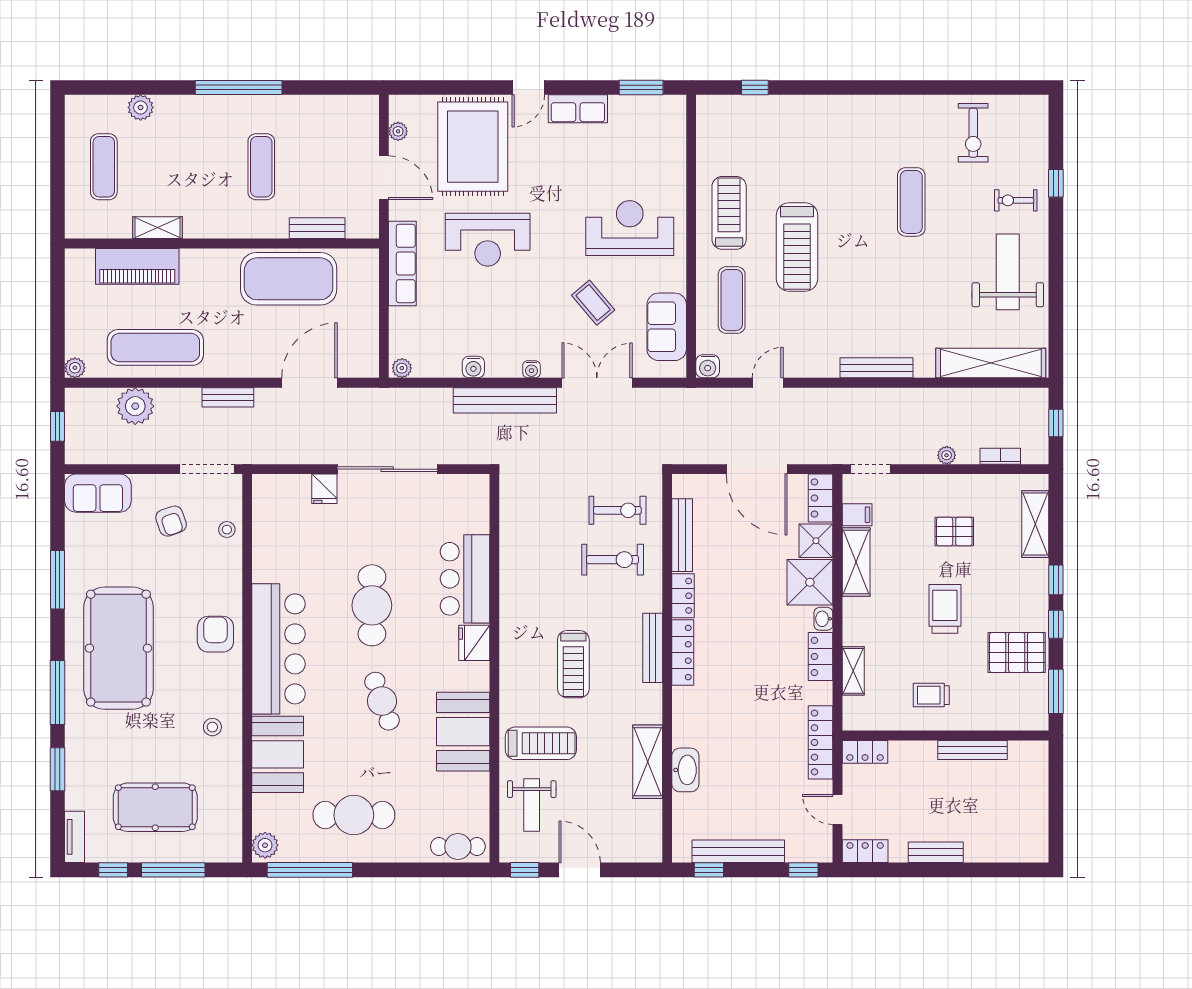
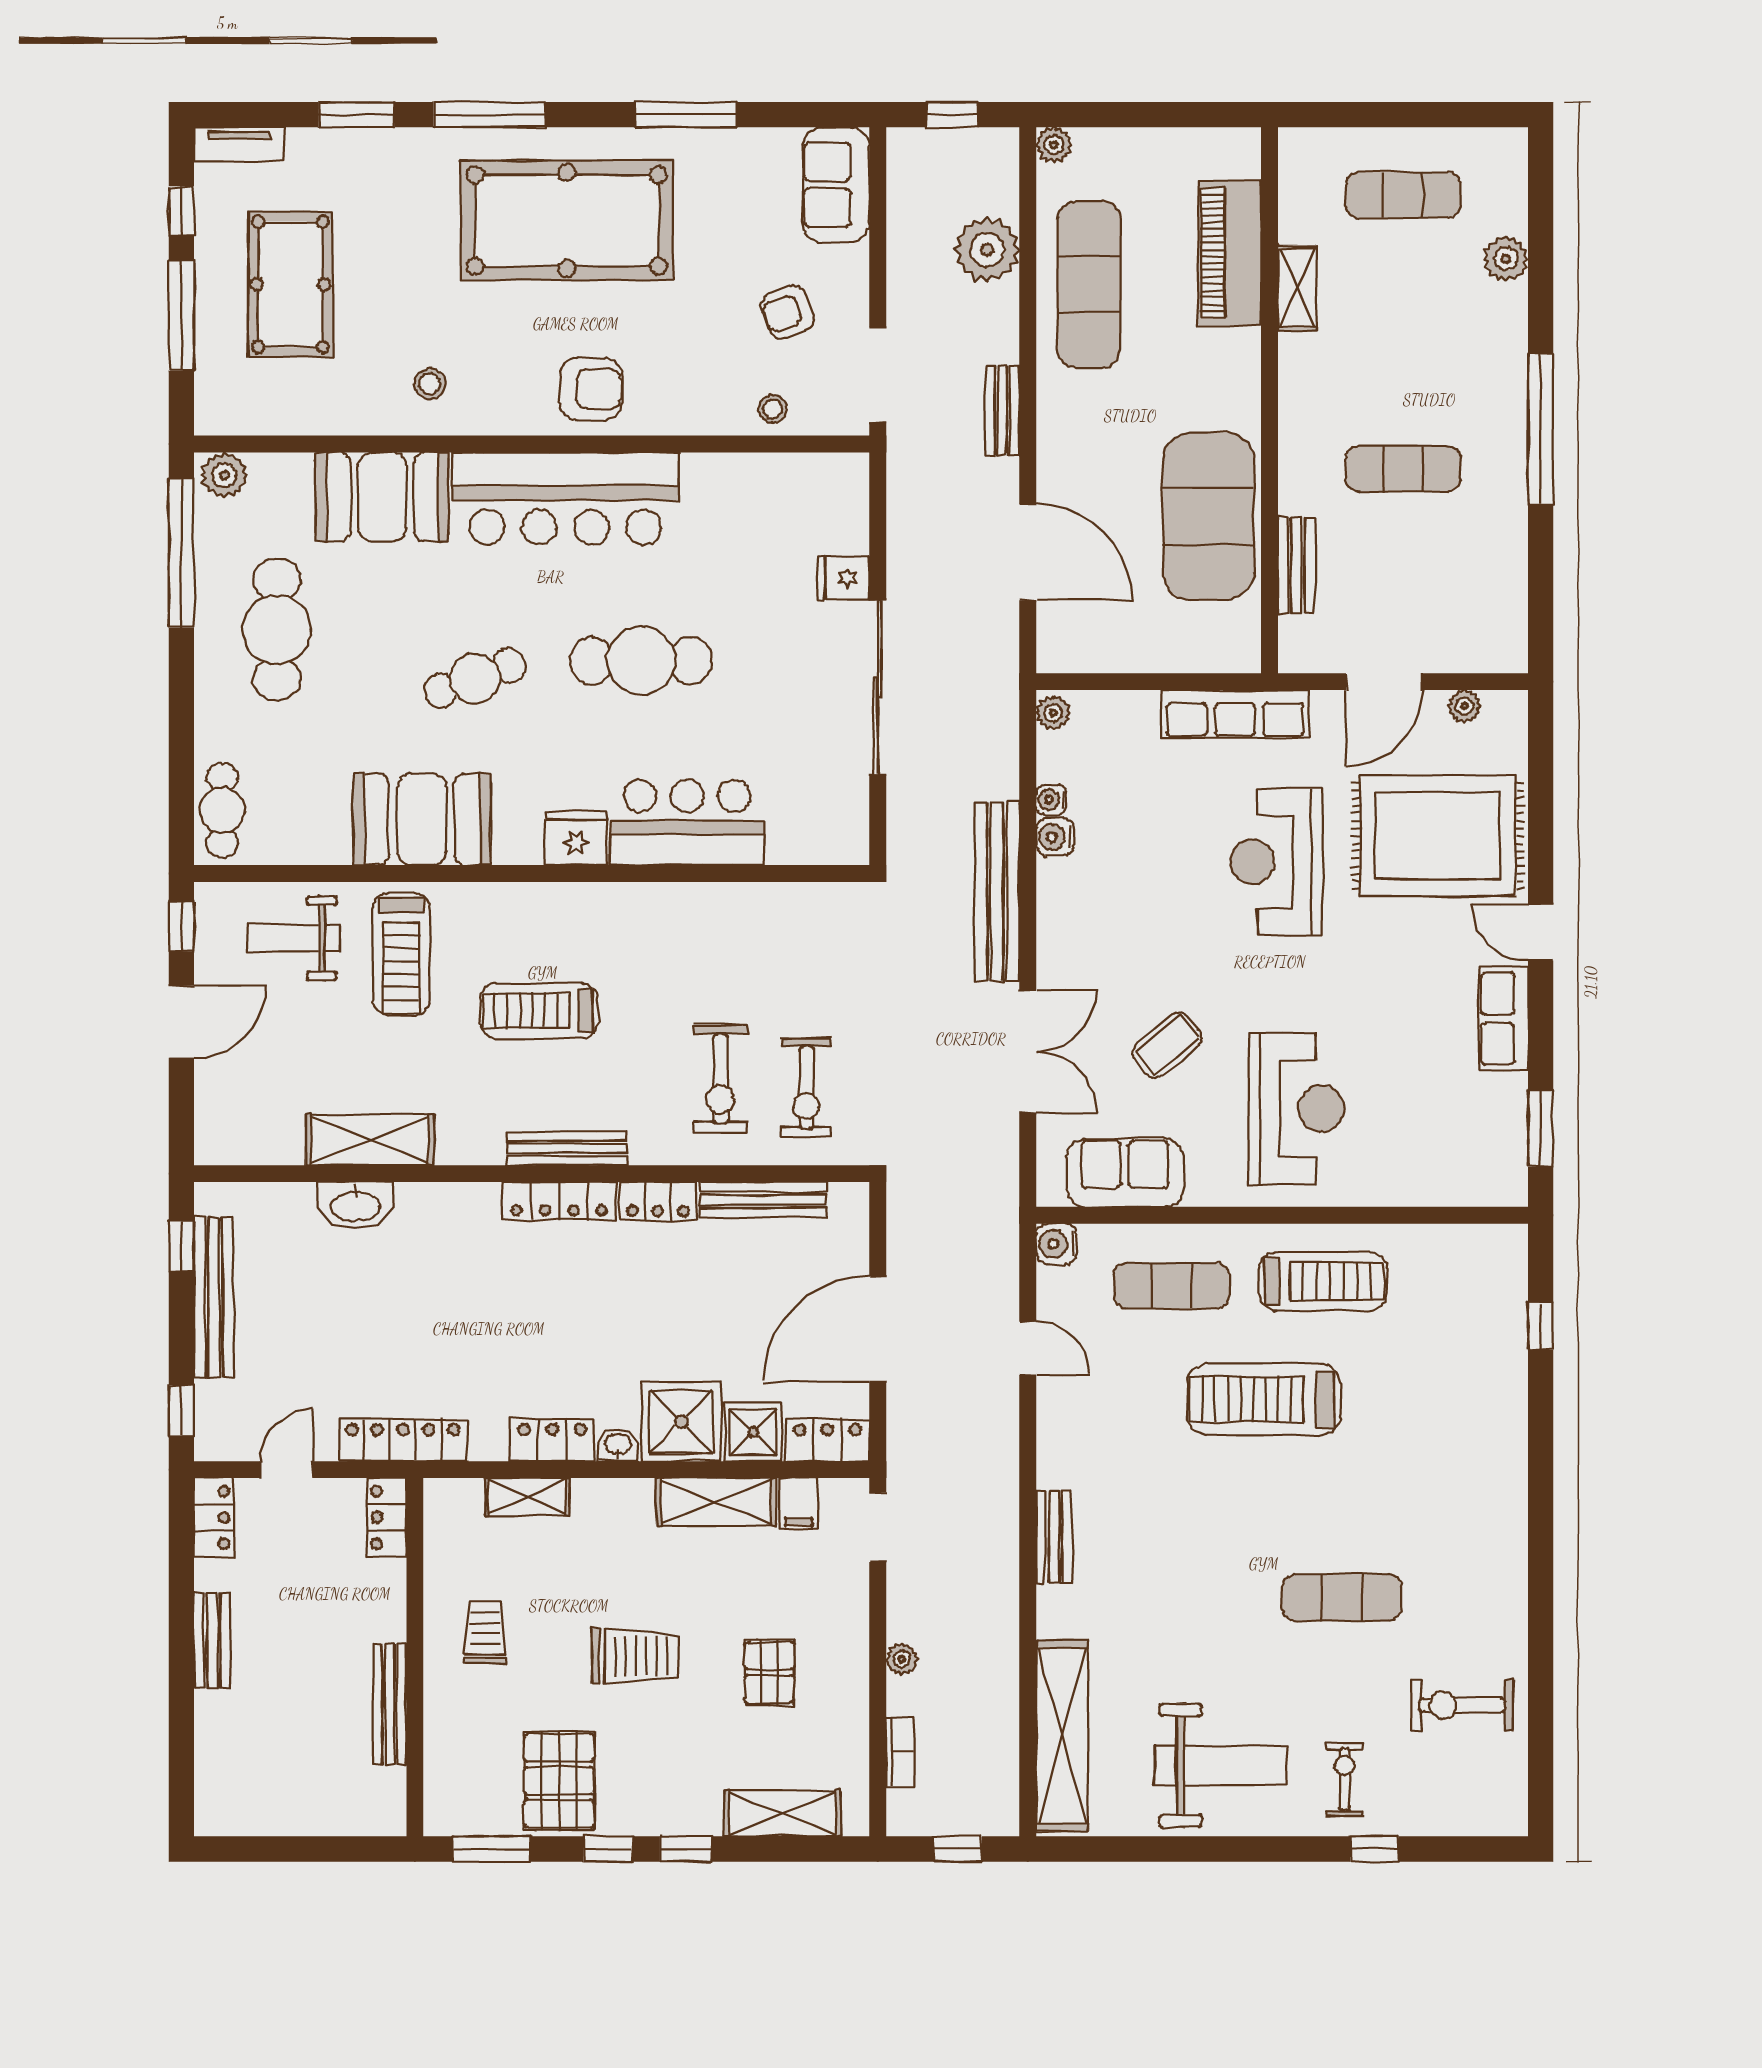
bench: (876, 368) -> (1054, 1537), width x0.73
water cooler: (532, 369) -> (1051, 800), moved

